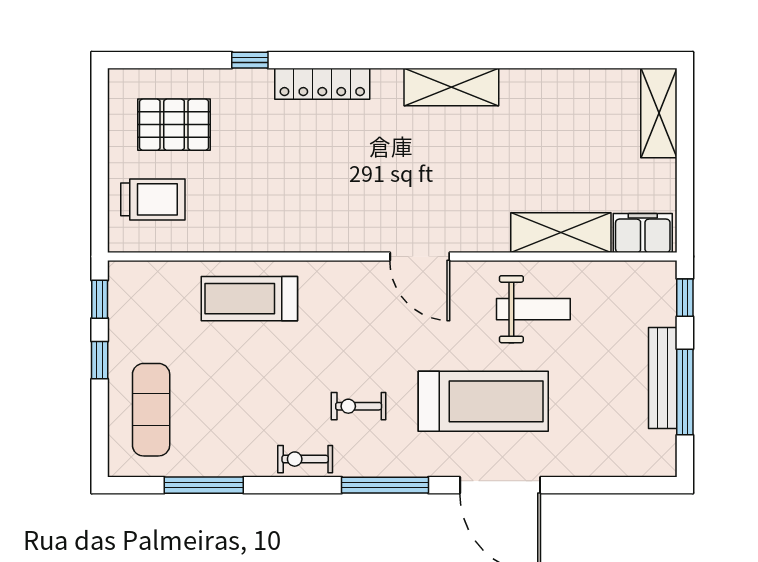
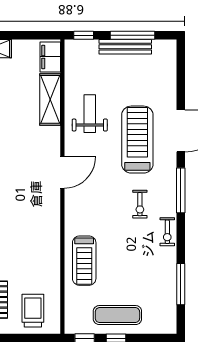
exercise mat: (151, 410) -> (117, 315), moved

